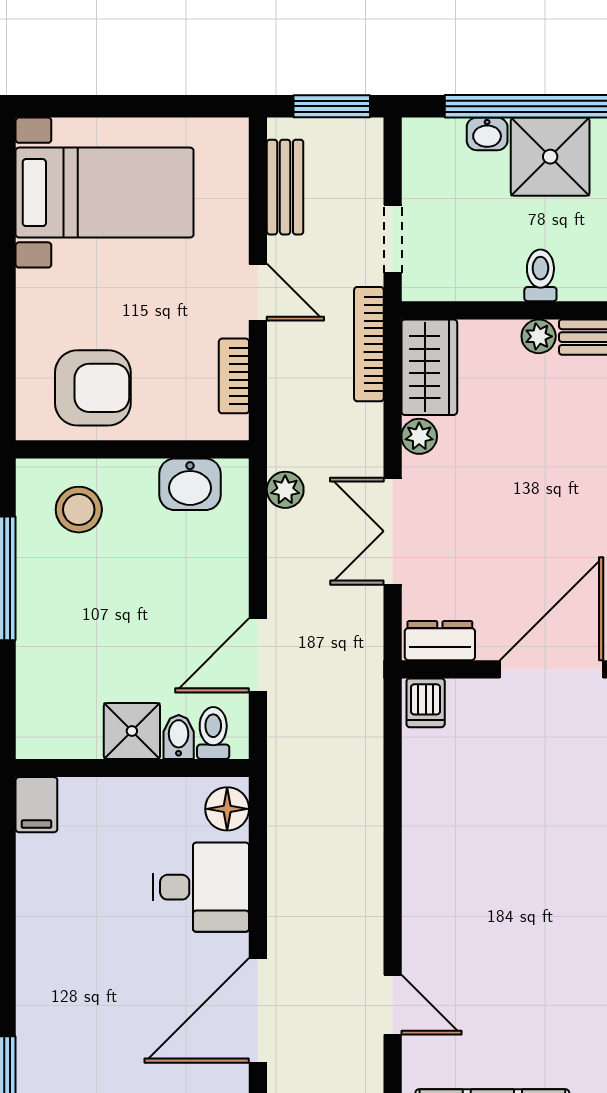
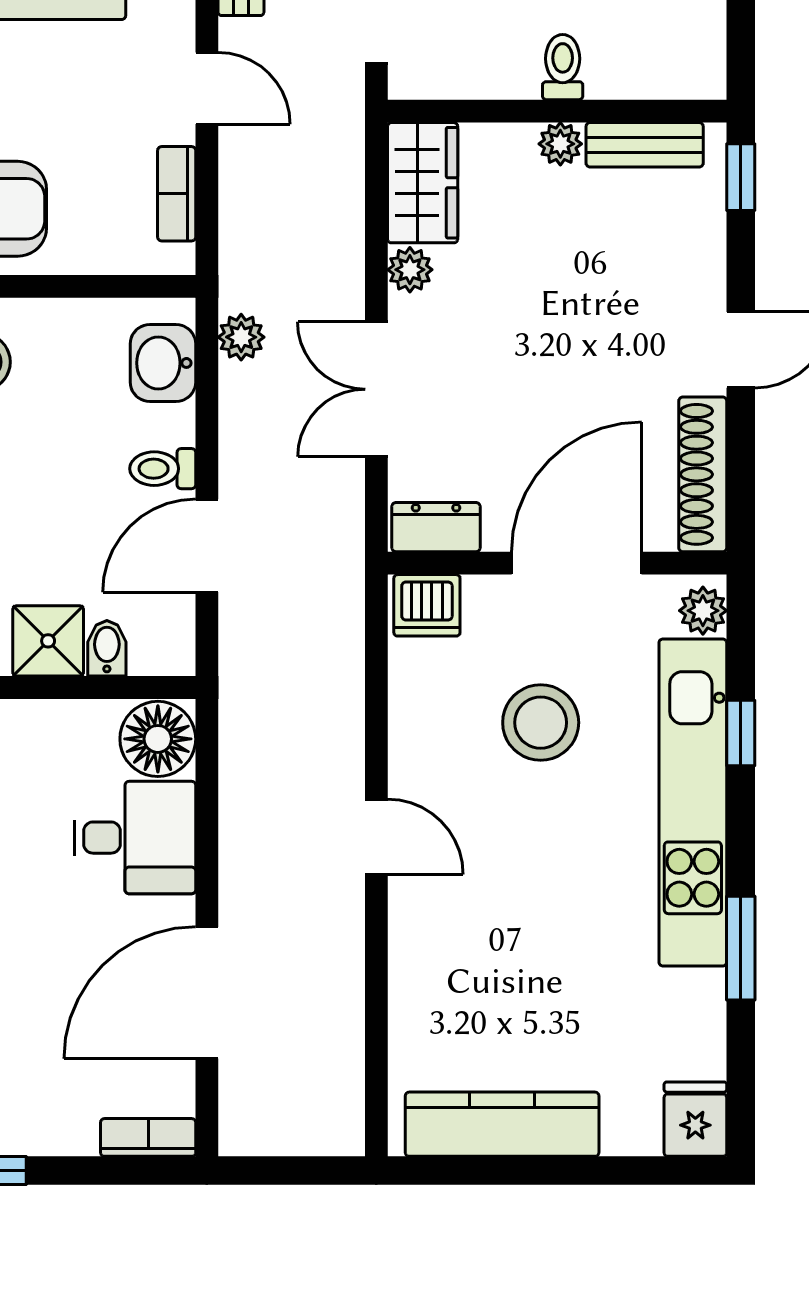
bookcase: (369, 344) -> (347, 154), removed
washbasin: (190, 484) -> (163, 363), moved, turned 90
dishwasher: (426, 703) -> (427, 605), width x1.38
toilet: (213, 733) -> (163, 469), moved, turned -90
stool: (523, 796) -> (541, 723), added
floor lamp: (227, 809) -> (158, 739), width x1.38, depth x1.38
door: (393, 1005) -> (376, 837), moved

